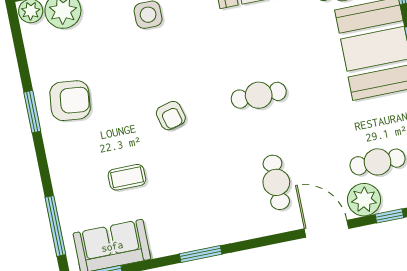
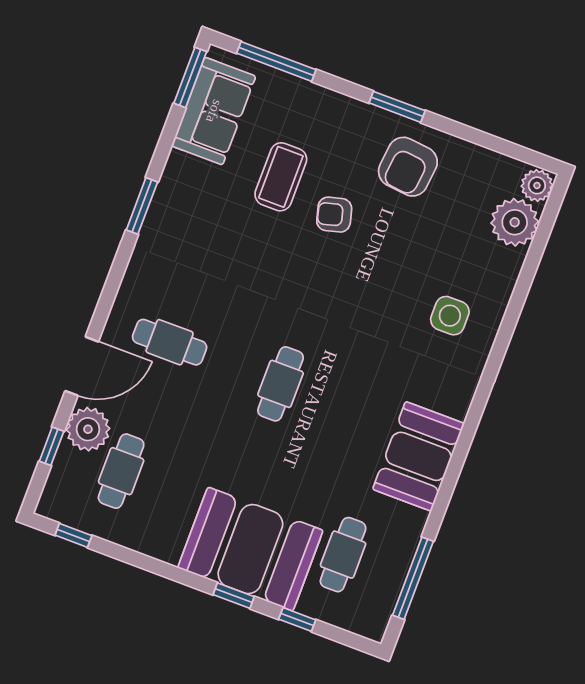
window: (32, 112) -> (397, 107), moved
armchair: (171, 116) -> (334, 215), moved
coffee table: (127, 177) -> (281, 177), width x1.36, depth x1.30

